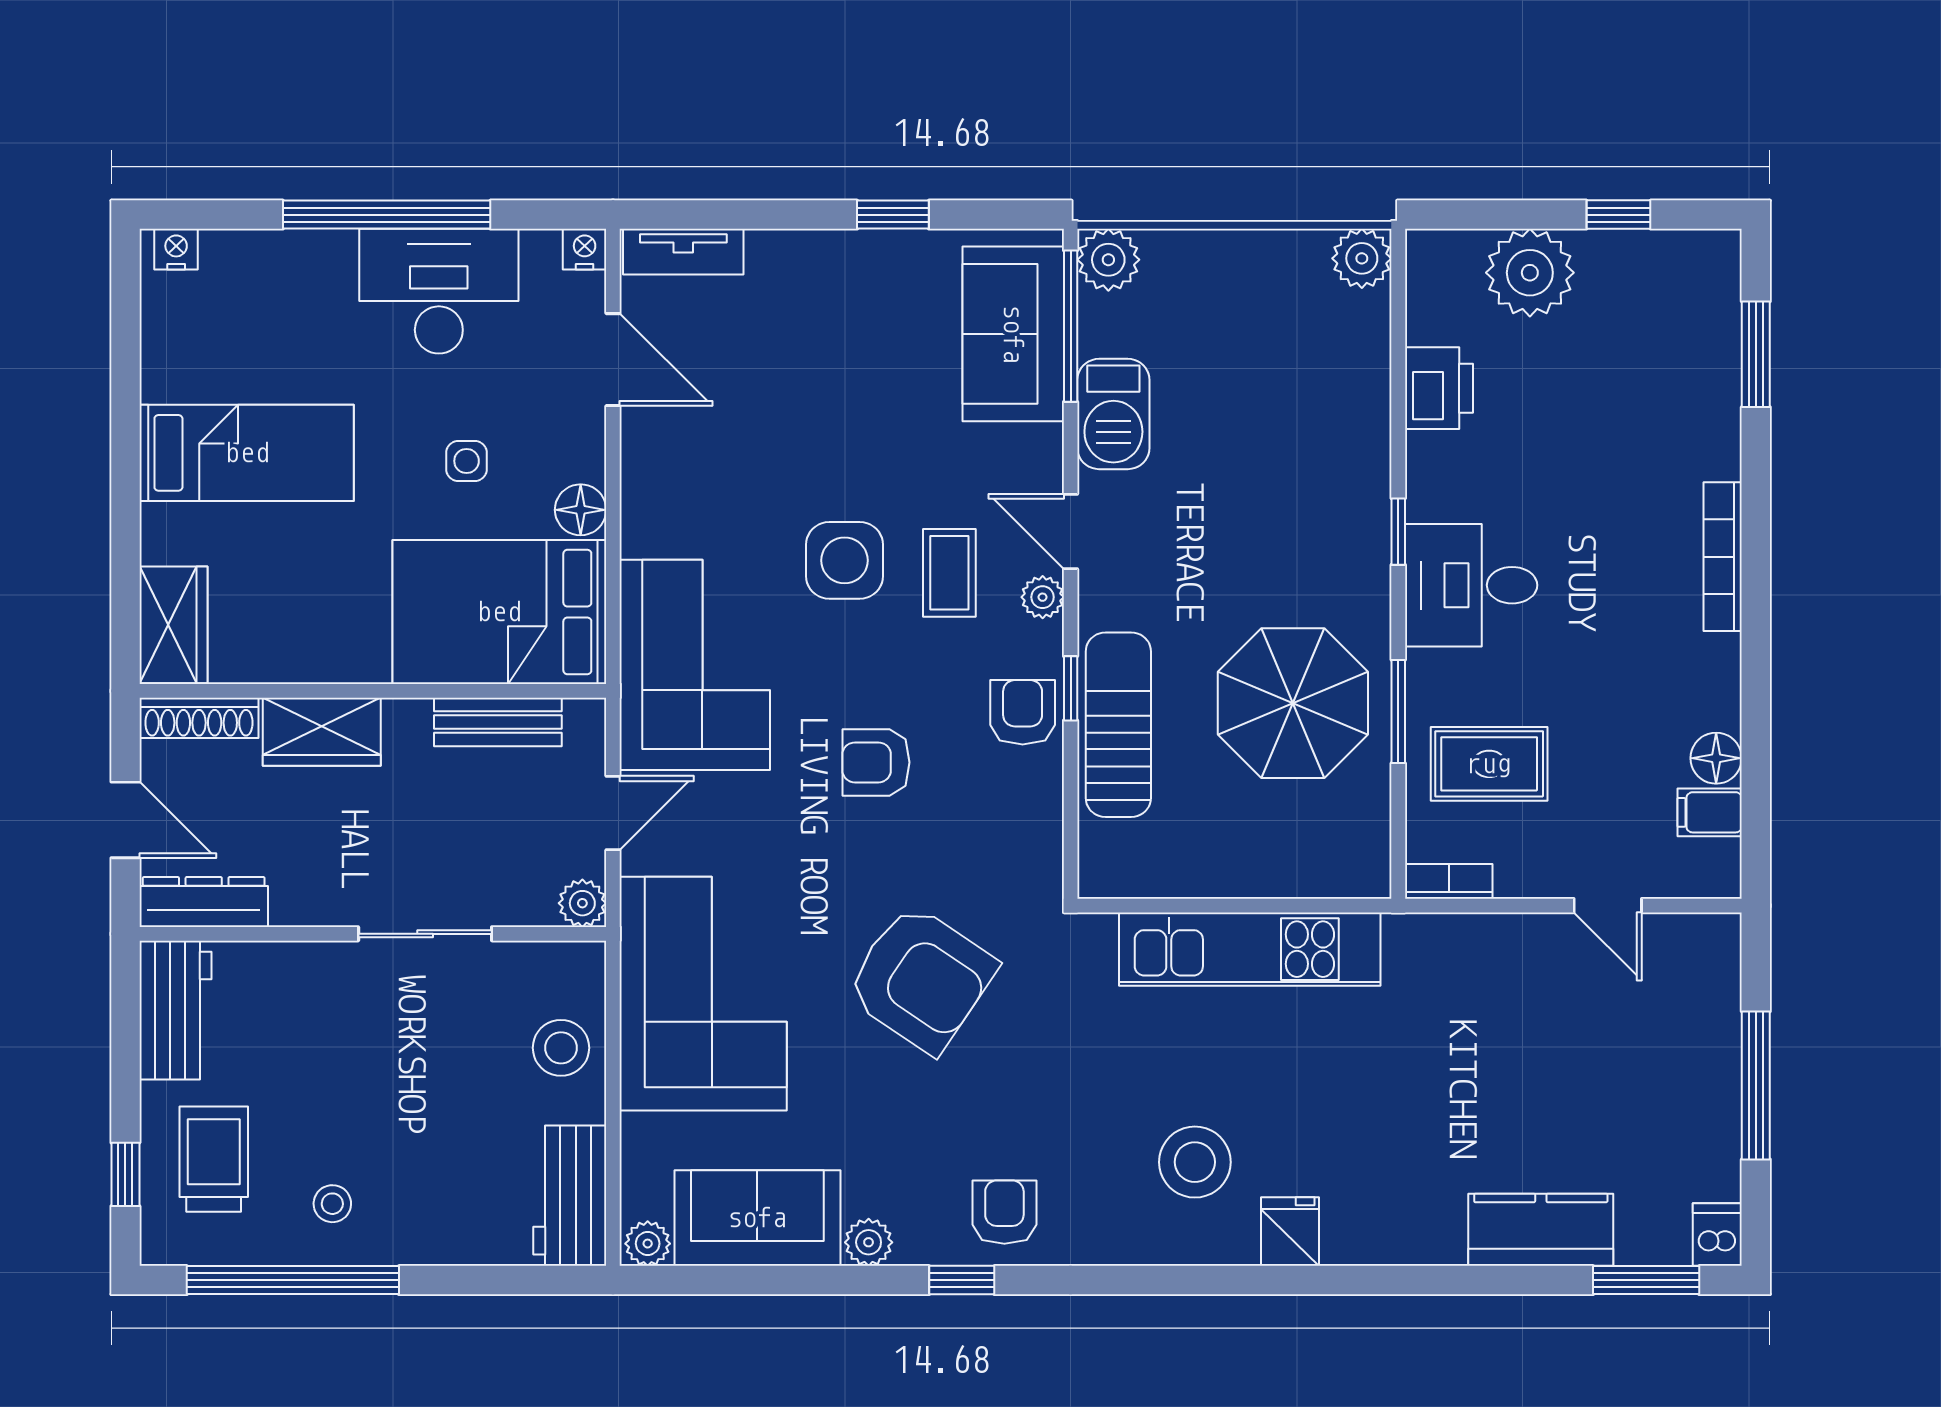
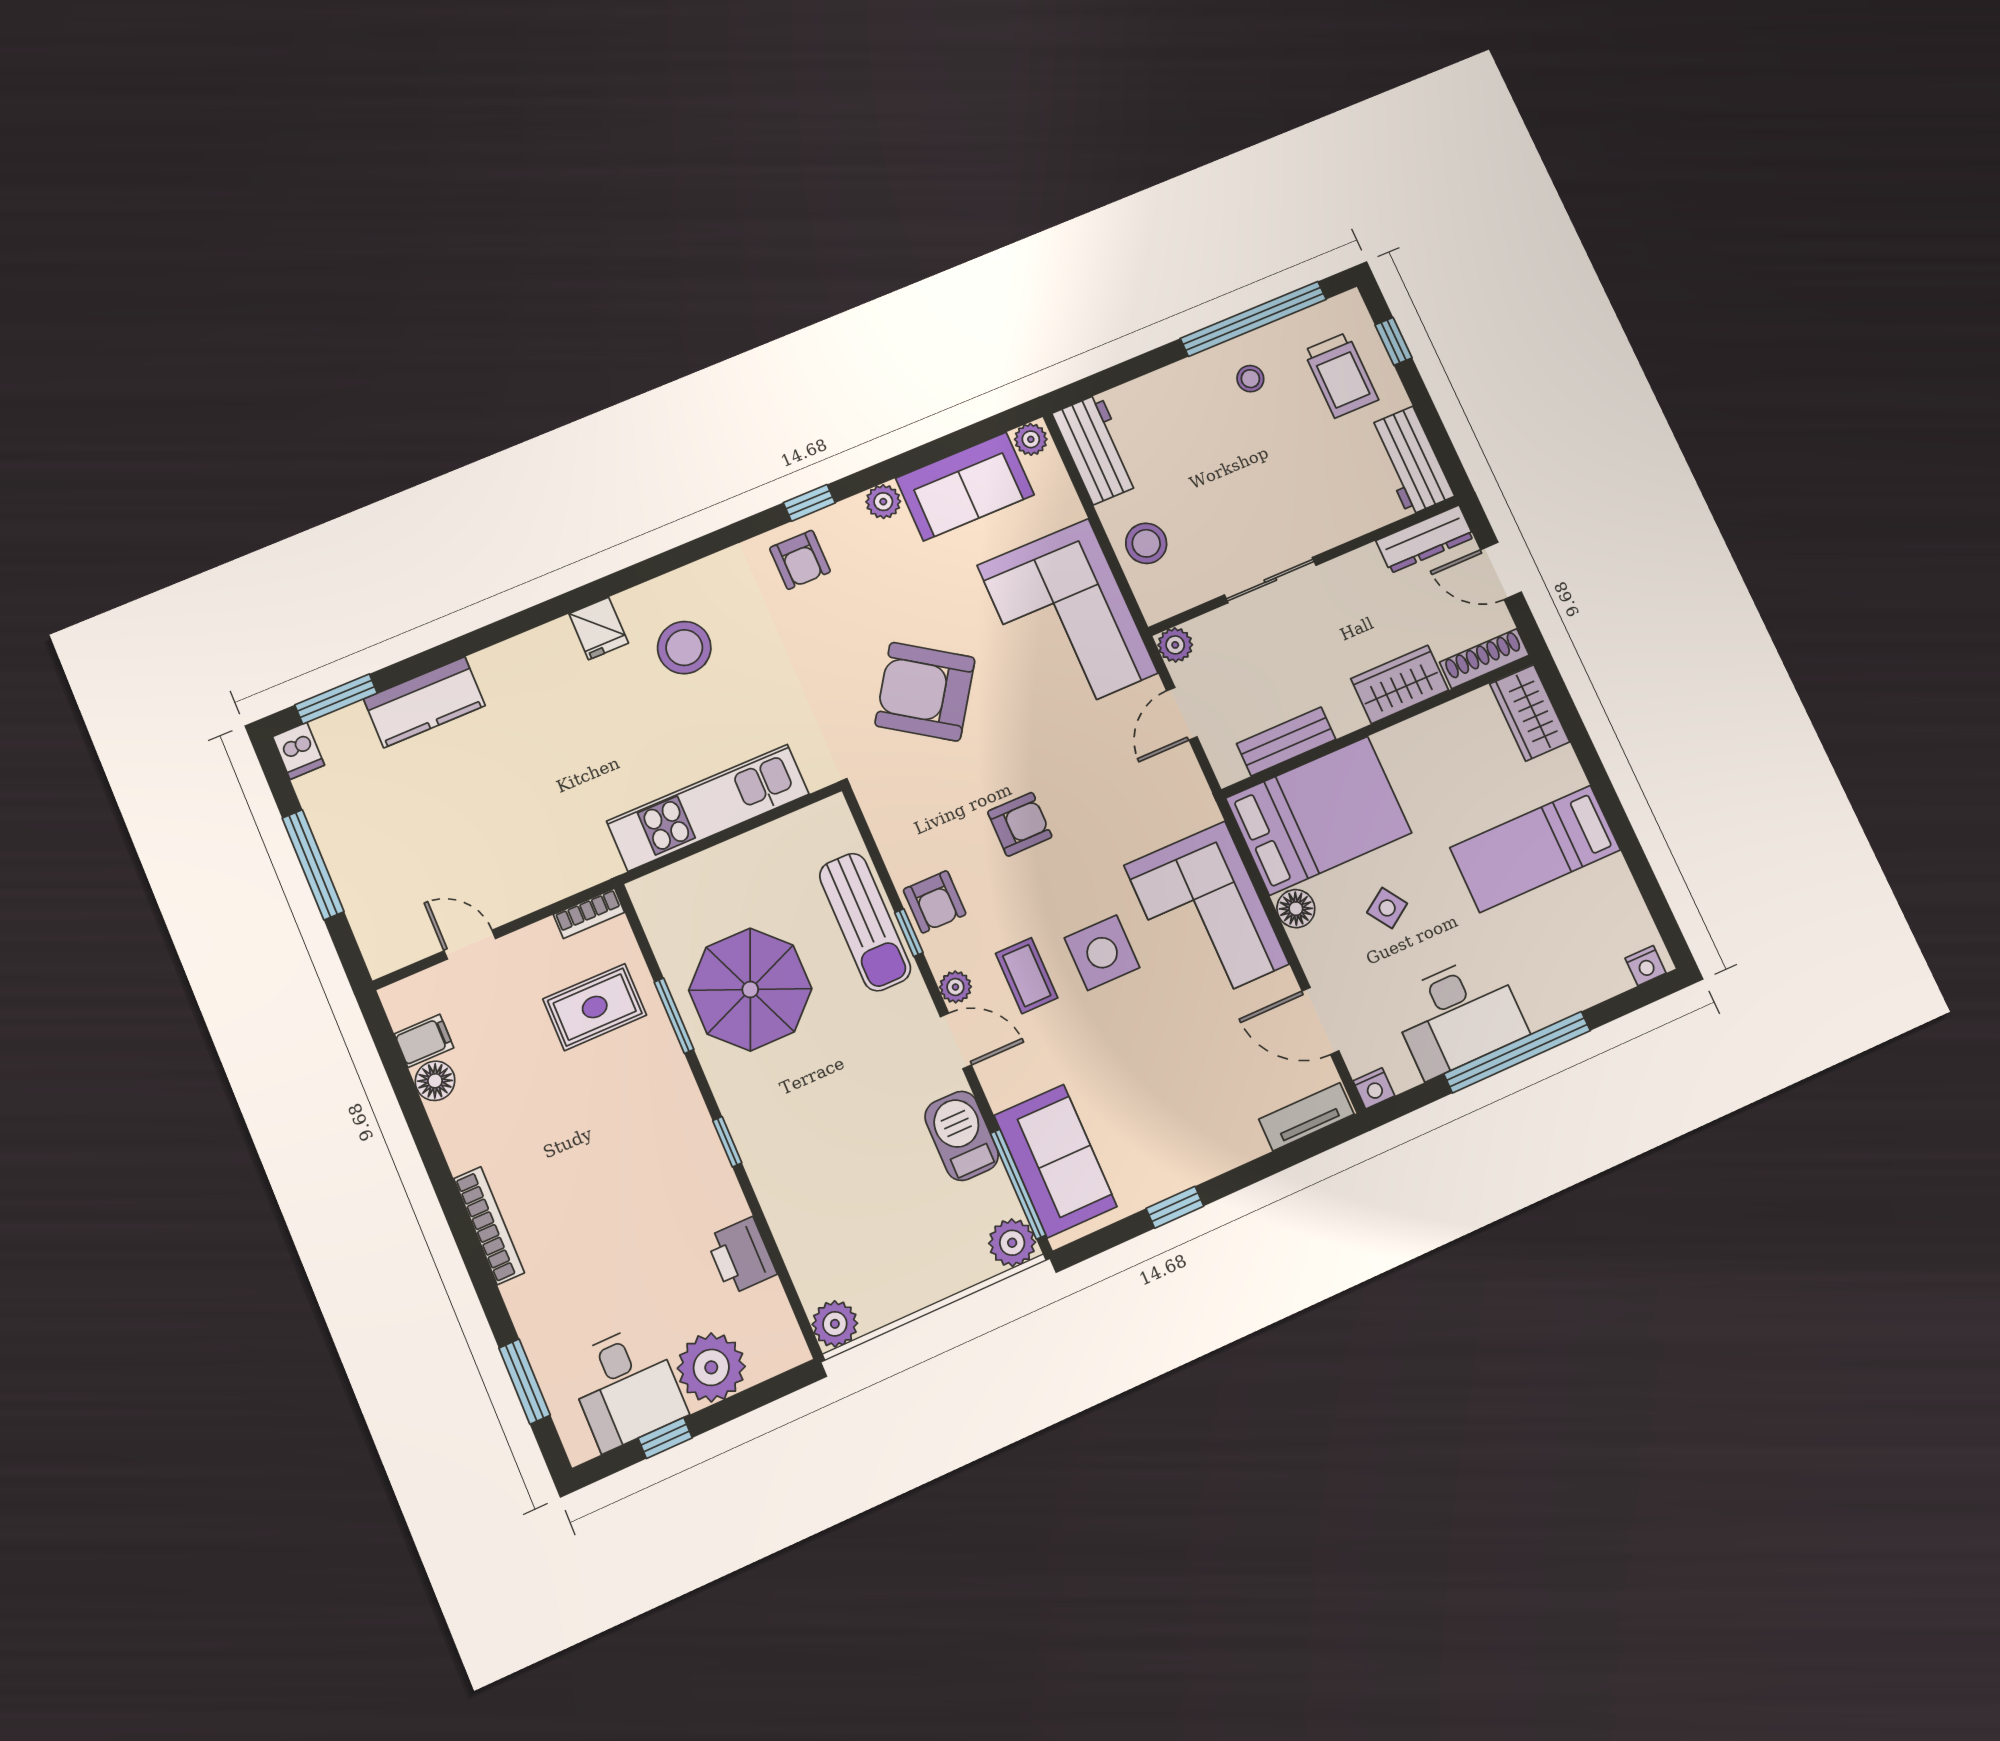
side table: (467, 461) -> (1387, 908), turned -34
desk: (1471, 585) -> (626, 1387), moved, turned 90
corner sofa: (695, 665) -> (1206, 915), moved

